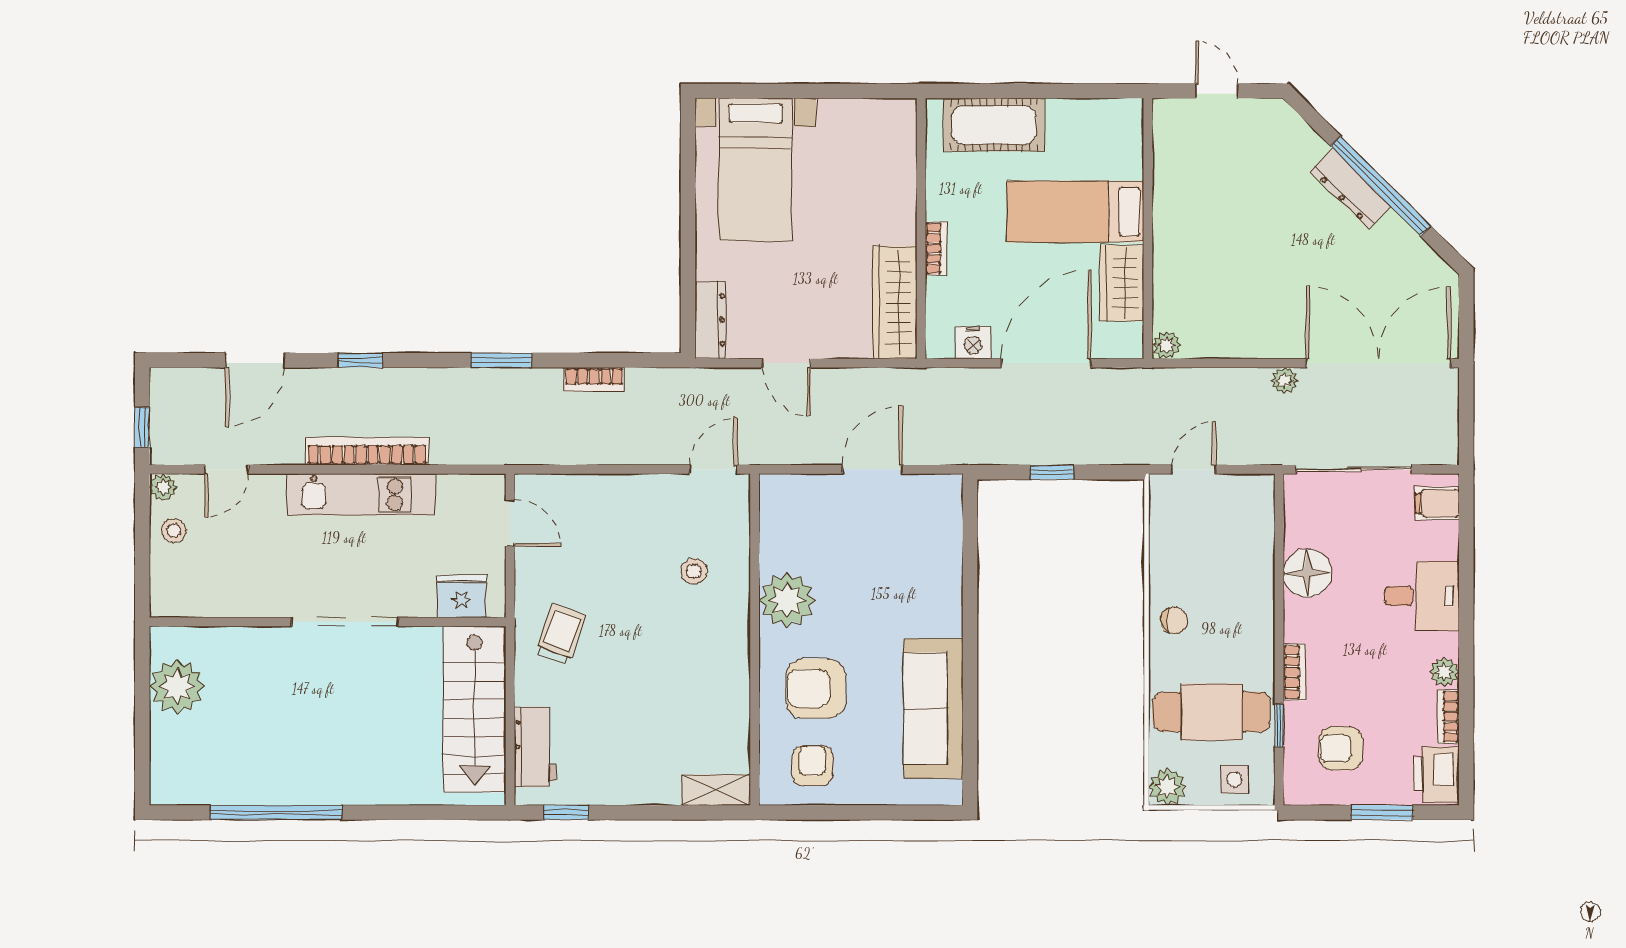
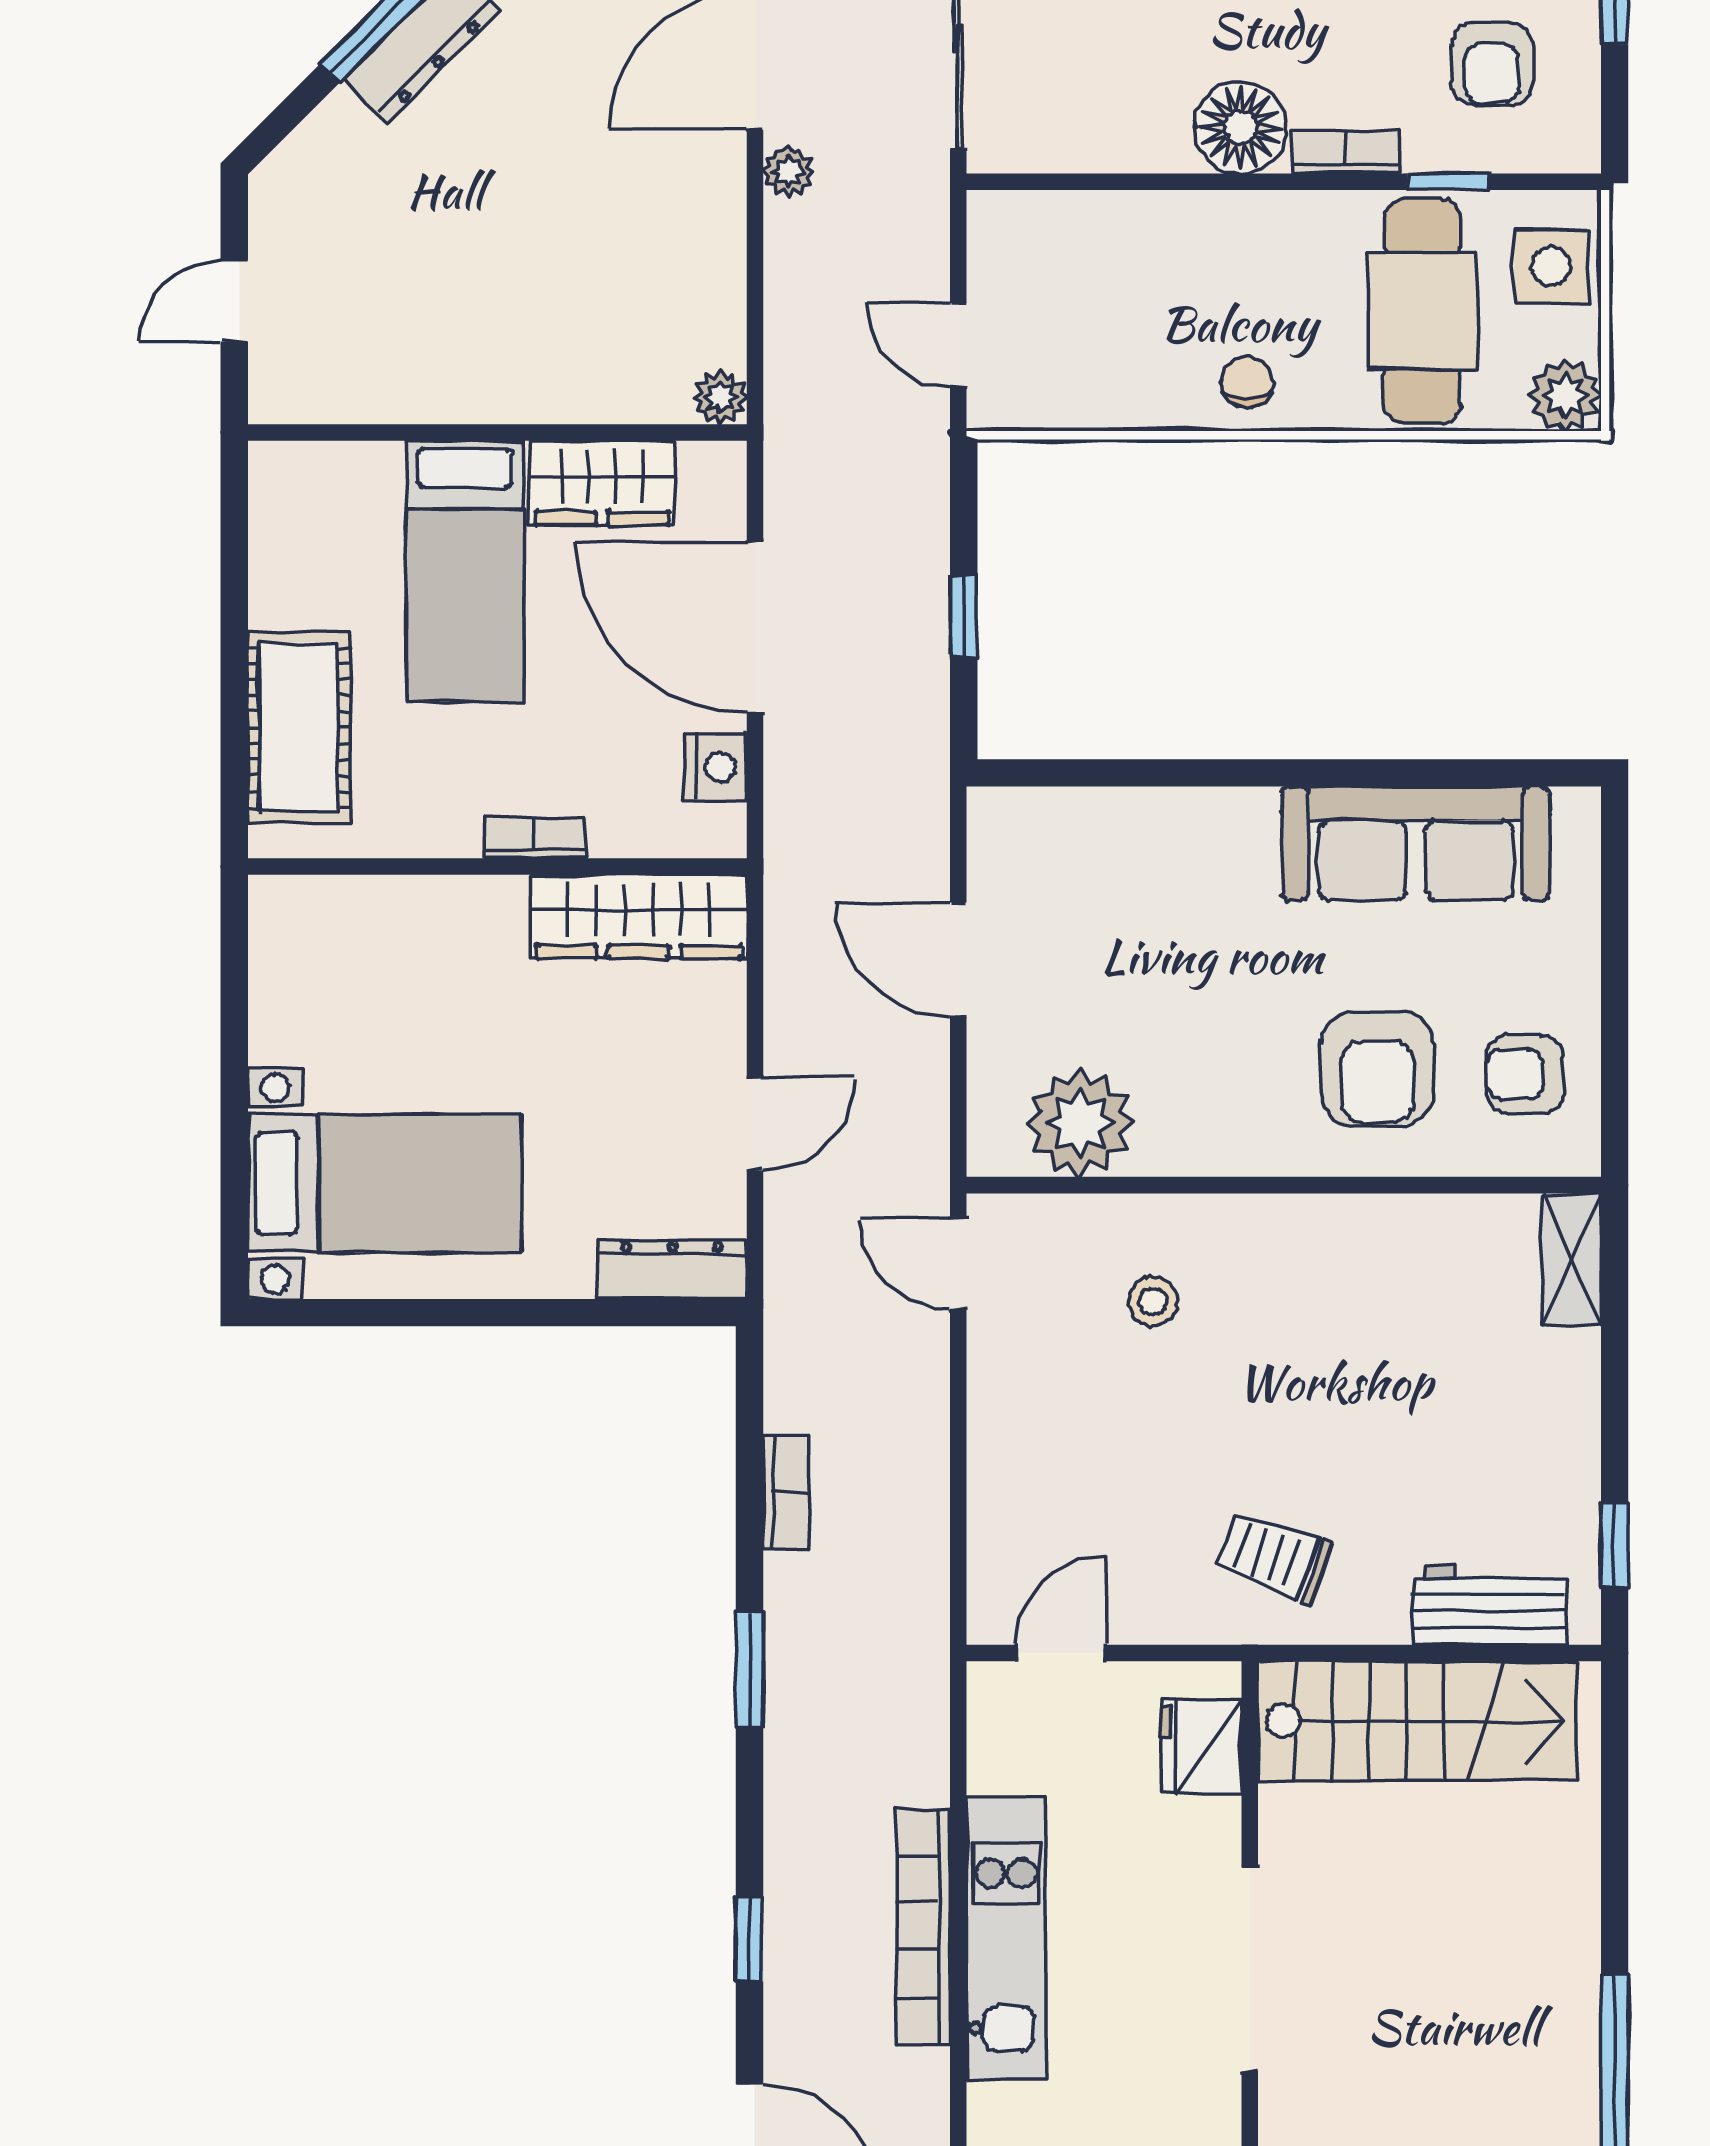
floor lamp: (1308, 573) -> (1240, 127), moved
plant: (787, 600) -> (1080, 1123), moved
side table: (1235, 779) -> (1551, 267), width x1.37, depth x1.37

